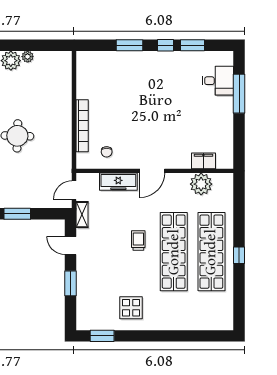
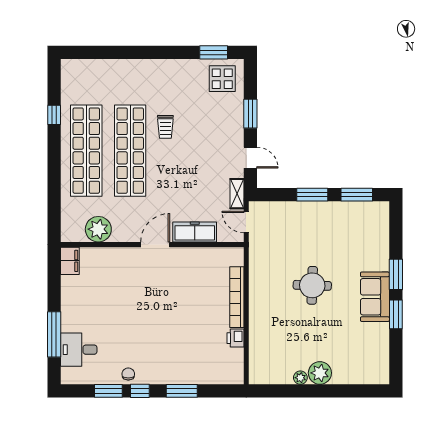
printer: (83, 91) -> (235, 338), added
chair: (107, 152) -> (128, 374), moved
filing cabinet: (203, 161) -> (70, 261), moved, turned -90
door: (74, 190) -> (246, 222), swing flipped
trolley: (138, 240) -> (165, 127), moved
window: (239, 255) -> (54, 115), moved
display table: (131, 308) -> (222, 79), moved

